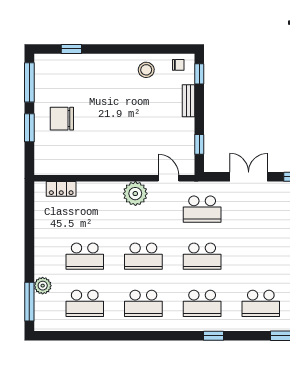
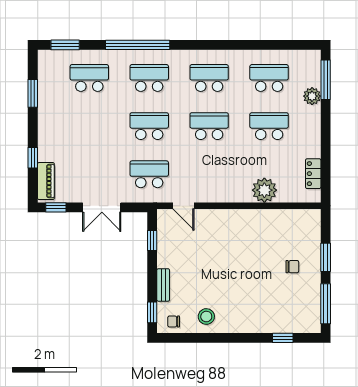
chair: (62, 119) -> (292, 267), width x0.54, depth x0.54
locker: (61, 189) -> (313, 174), moved, turned -90
plant: (135, 194) -> (264, 190), moved
window: (213, 336) -> (138, 45), width x3.17

